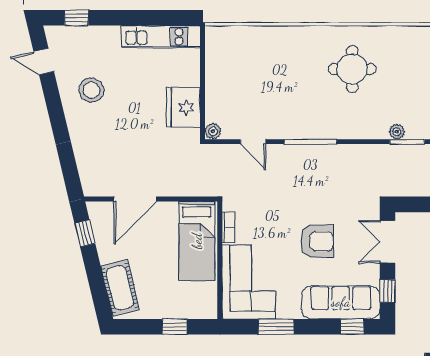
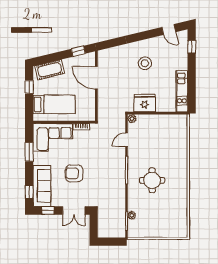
door: (44, 62) -> (169, 30), swing flipped
round table: (352, 69) -> (152, 180), moved
stool: (91, 90) -> (145, 63), moved
bed: (197, 241) -> (54, 104), moved, turned 180
armchair: (317, 241) -> (74, 173), turned 90
double door: (388, 242) -> (74, 211), swing flipped
window: (175, 327) -> (29, 87), moved

